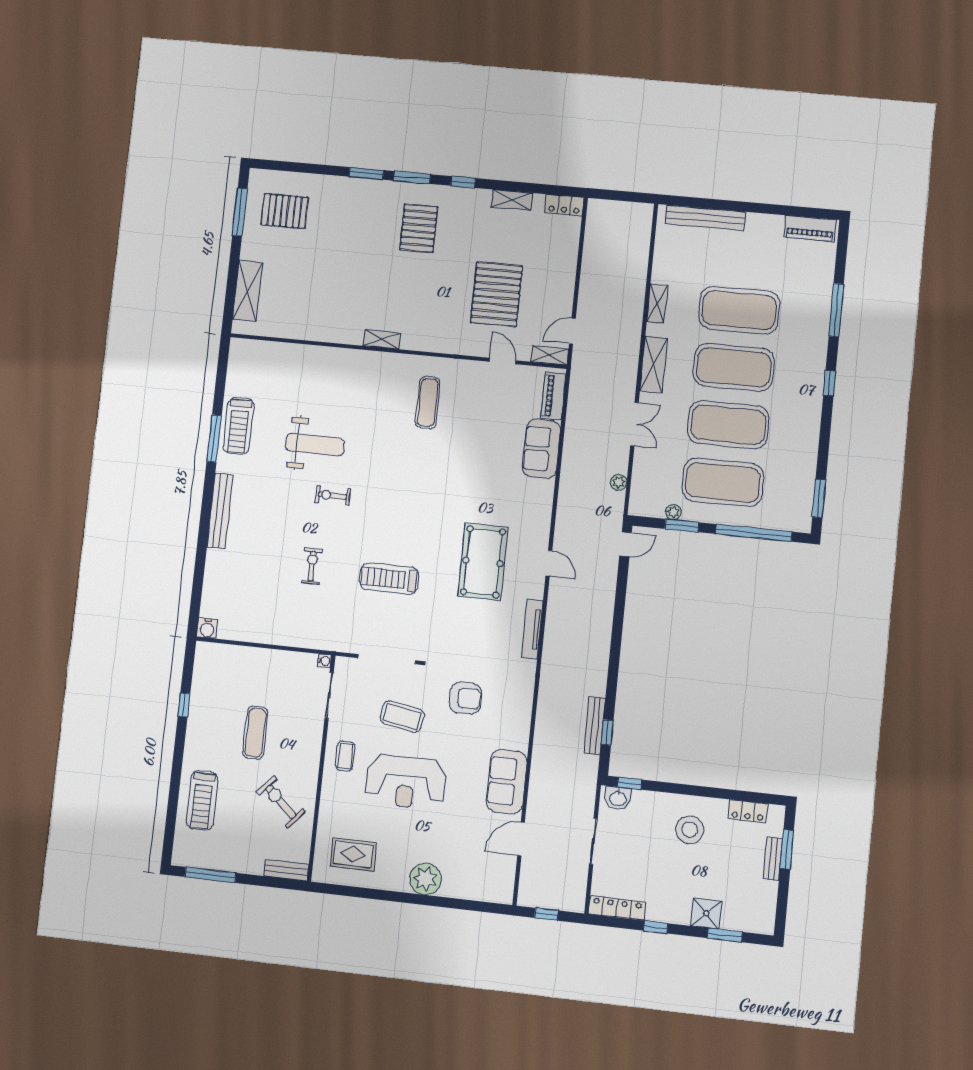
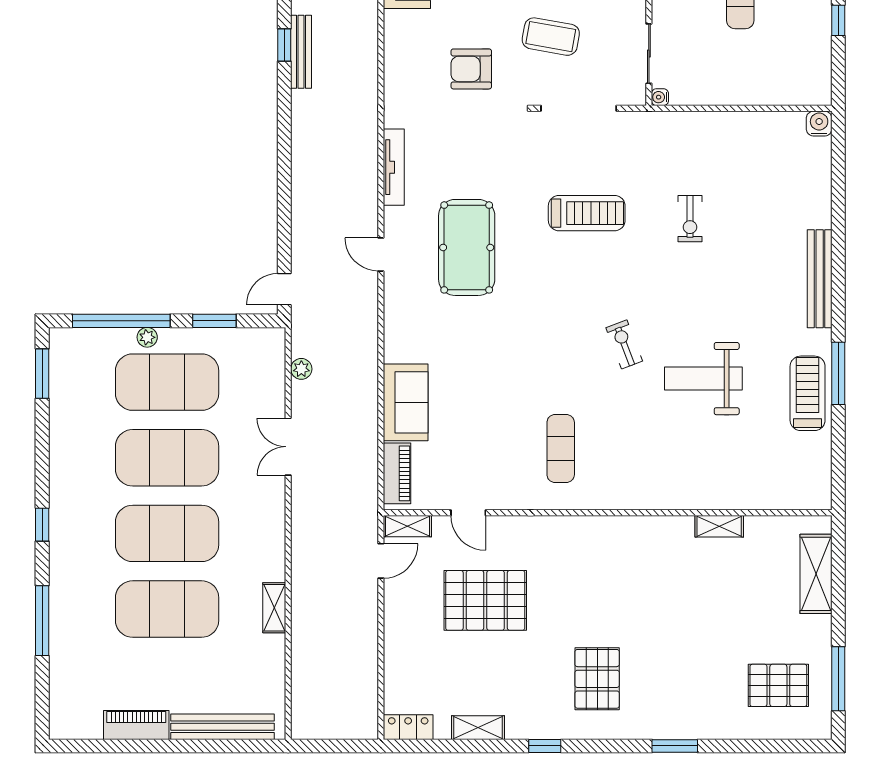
window: (412, 177) -> (613, 746), removed
piano: (810, 228) -> (136, 725), moved
pallet: (496, 294) -> (485, 600), turned 90
shelving: (382, 339) -> (719, 526), moved
shelving: (654, 364) -> (271, 527), removed
exercise bike: (333, 496) -> (624, 344), moved, turned -111
plant: (673, 512) -> (147, 337), moved

